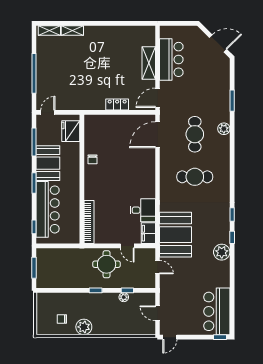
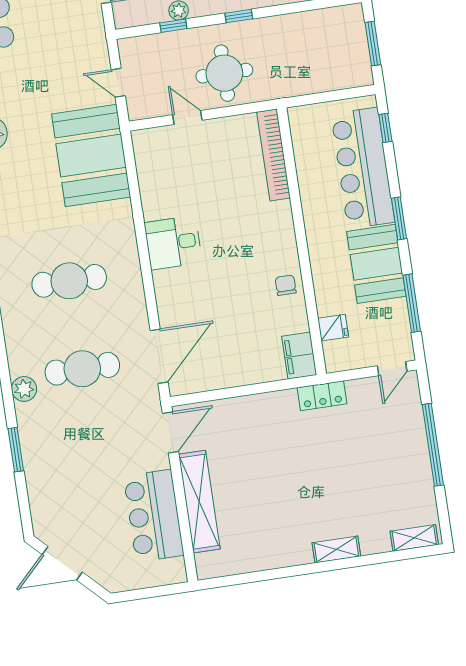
shelving: (72, 31) -> (336, 549), moved
shelving: (149, 63) -> (199, 502), width x1.47
locker: (117, 104) -> (322, 396), moved
fridge: (71, 131) -> (333, 328), width x0.53, depth x0.75
cafe table: (195, 134) -> (82, 369), turned 90
desk: (143, 210) -> (173, 243), moved
filing cabinet: (148, 233) -> (299, 356), moved, turned 180

